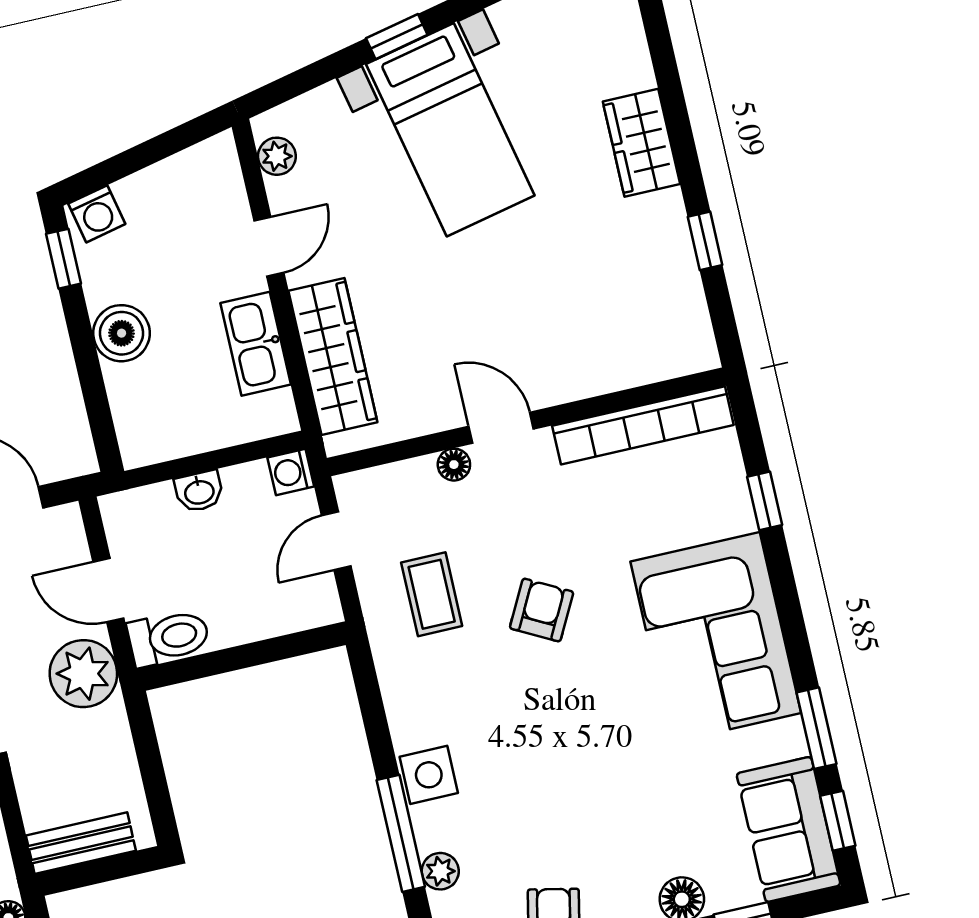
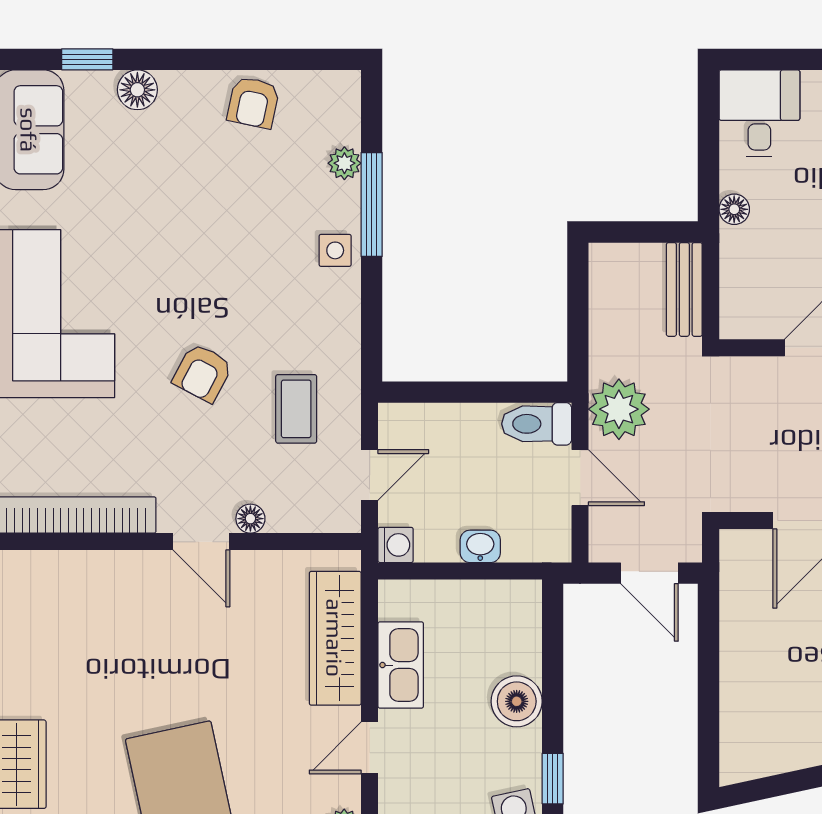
side table: (429, 775) -> (335, 250), width x0.73, depth x0.73
bench: (81, 843) -> (684, 289), moved, turned 90

